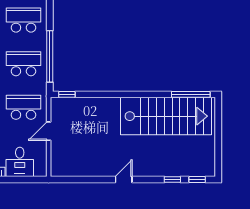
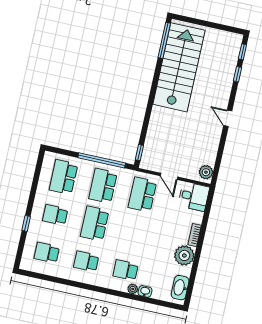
desk: (20, 162) -> (194, 196), moved
plant: (62, 169) -> (206, 172), added

